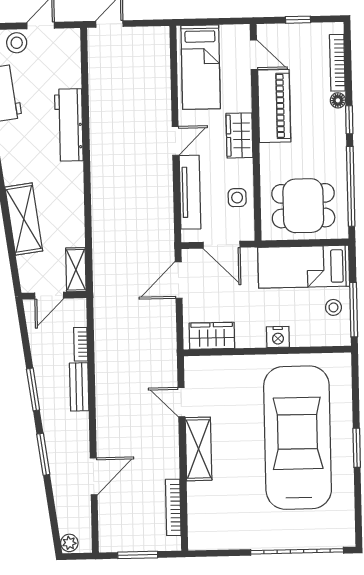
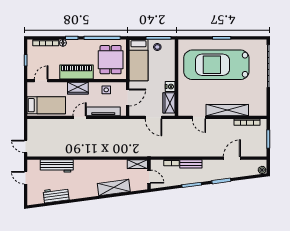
stool: (17, 43) -> (33, 189), removed
piano: (274, 106) -> (76, 72), moved
workbench: (69, 125) -> (57, 166), moved
door: (175, 141) -> (80, 117), hinge flipped
door: (179, 280) -> (153, 117), moved
nightstand: (278, 337) -> (170, 87), moved
door: (181, 402) -> (199, 117), hinge flipped
shelving: (198, 449) -> (227, 110), width x1.47
door: (94, 476) -> (232, 158), hinge flipped

